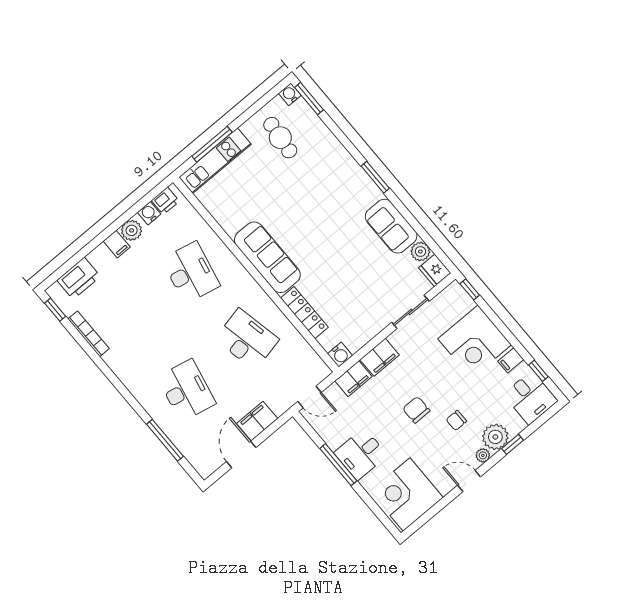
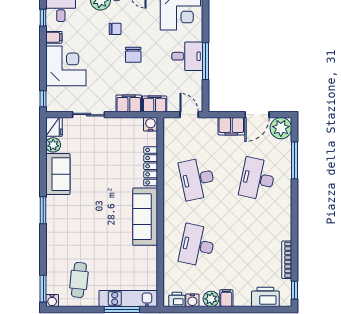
plant: (206, 461) -> (281, 128), added

